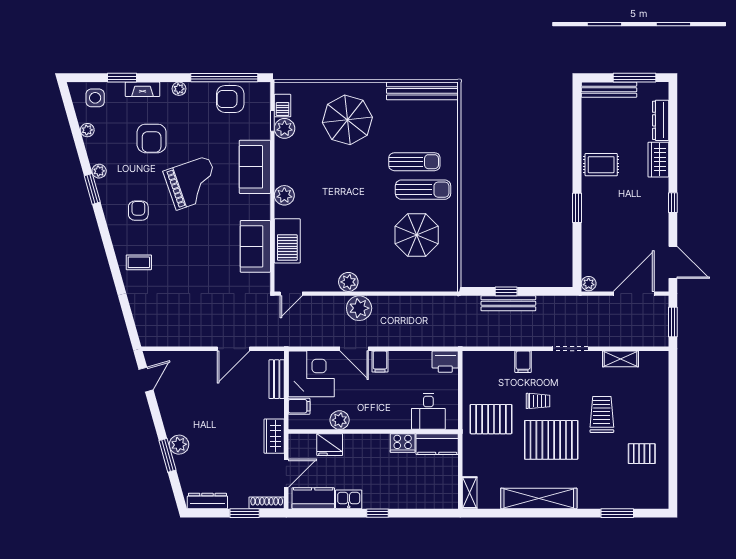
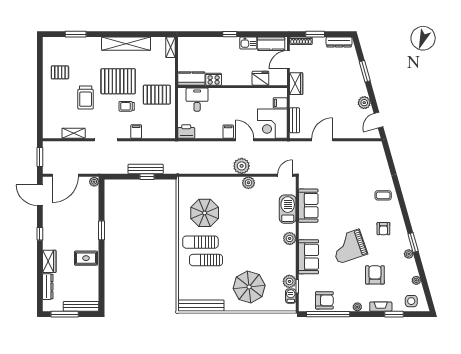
plant: (340, 420) -> (254, 94), removed
plant: (179, 445) -> (364, 103), moved

